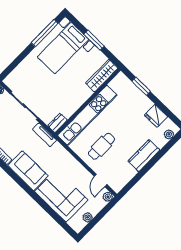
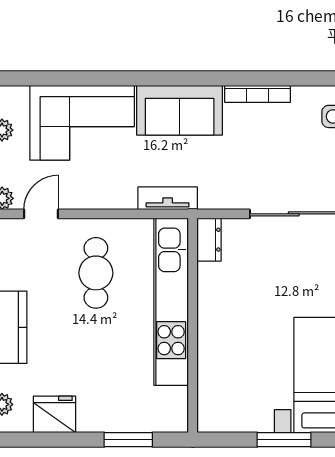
wardrobe: (102, 76) -> (212, 393), removed
tv unit: (45, 135) -> (168, 198), moved
door: (101, 180) -> (41, 214), hinge flipped

